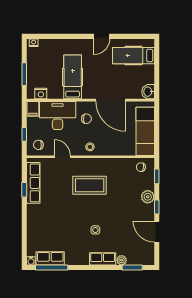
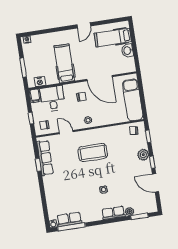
washbasin: (148, 92) -> (127, 51), moved
desk: (58, 116) -> (53, 99), width x0.73

